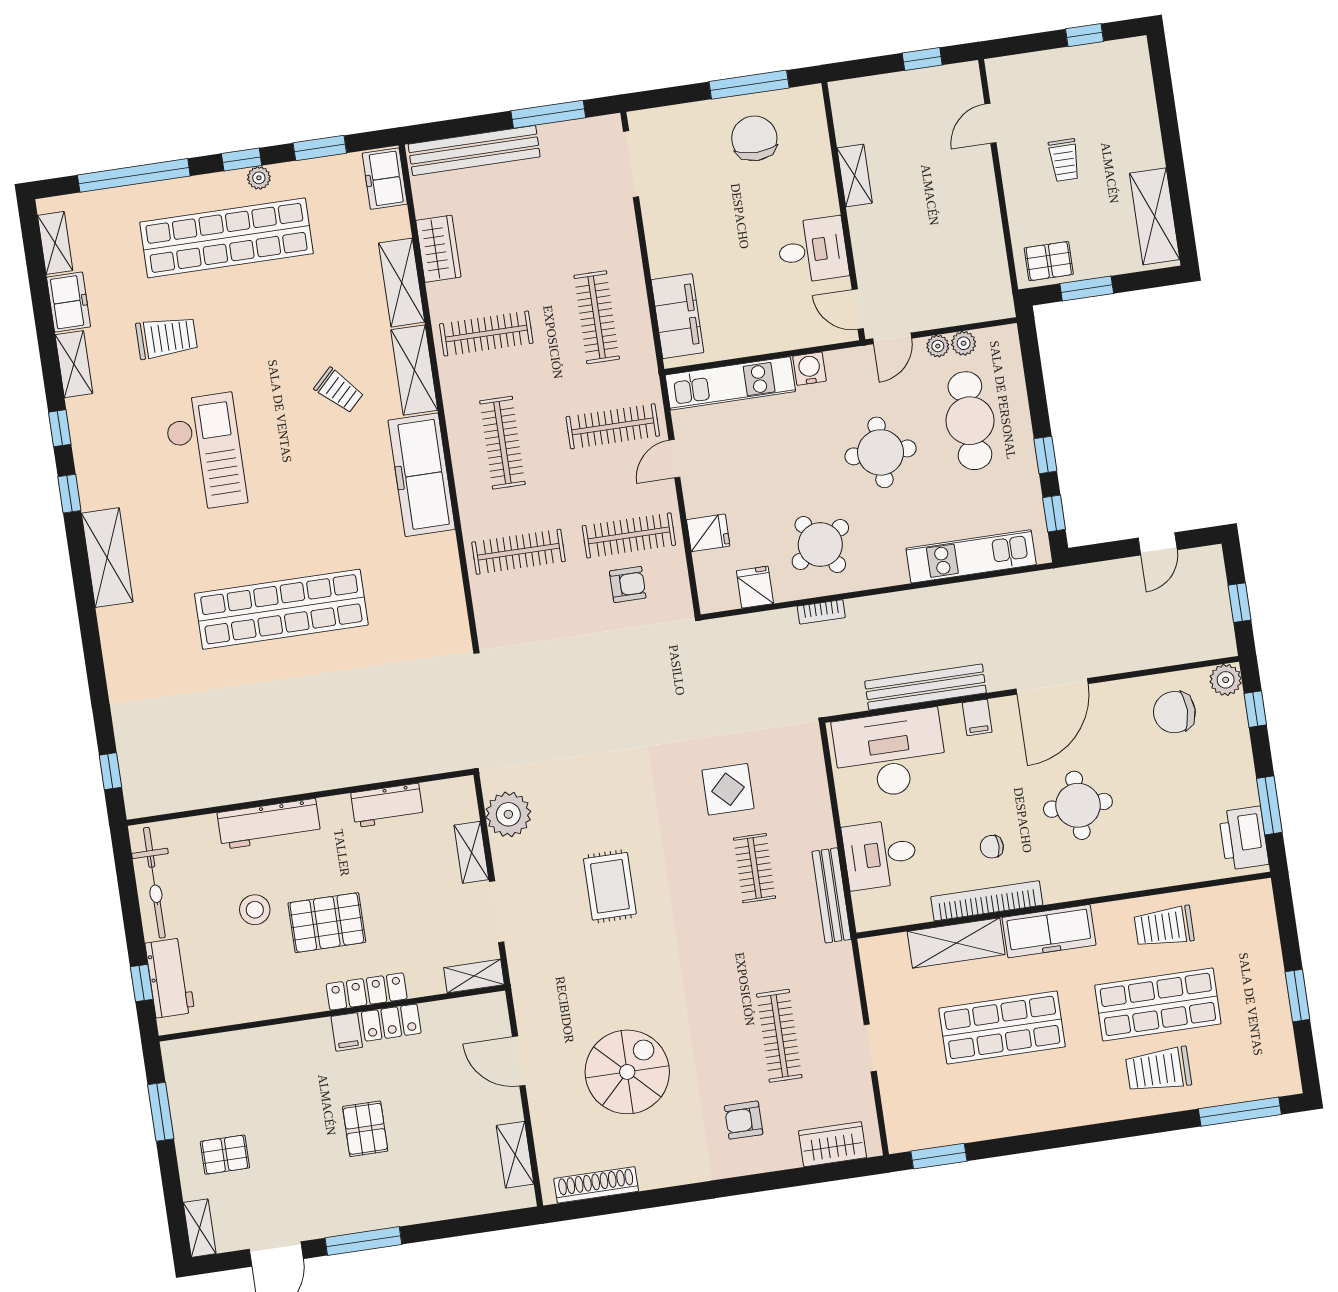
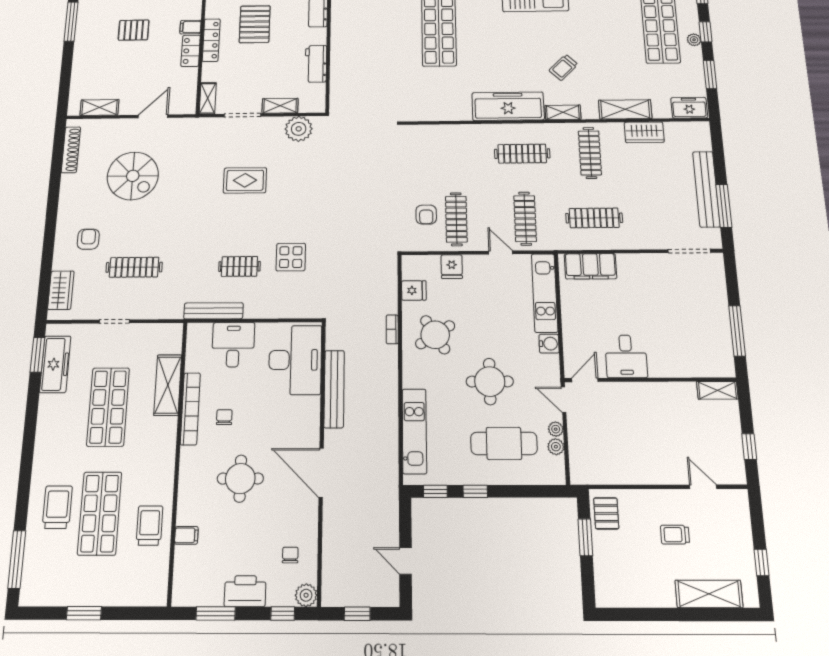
chair: (754, 138) -> (702, 329), removed
bench: (474, 150) -> (706, 189), moved
shelving: (855, 175) -> (717, 390), moved
shelving: (1155, 216) -> (709, 594), moved
shelving: (414, 370) -> (563, 112), width x0.67, depth x0.75
clothes rail: (519, 552) -> (455, 154), removed
chair: (1174, 712) -> (290, 555), width x0.54, depth x0.54
filing cabinet: (977, 717) -> (186, 535), moved, turned 180
printer: (1244, 838) -> (245, 591), moved
freezer: (1049, 931) -> (55, 364), moved, turned 180

